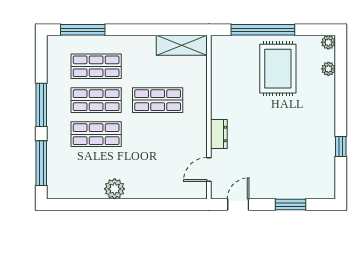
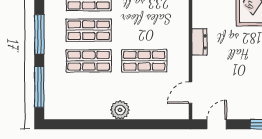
shop shelf: (158, 100) -> (144, 61), moved
dresser: (219, 134) -> (199, 42), moved
plant: (115, 189) -> (120, 110), moved

